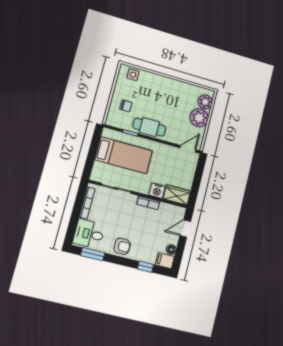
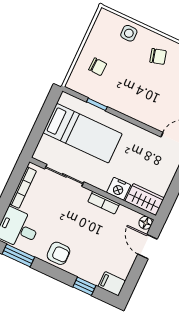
side table: (133, 75) -> (129, 33), moved
chair: (167, 92) -> (158, 56), added
cafe table: (149, 127) -> (124, 101), removed
door: (185, 229) -> (147, 247), hinge flipped
floor lamp: (171, 250) -> (146, 223), moved

